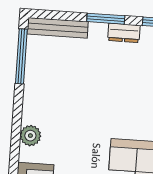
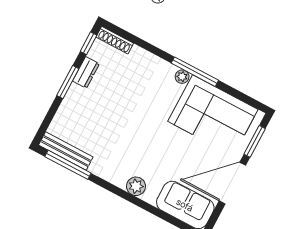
bench: (58, 28) -> (66, 151), moved, turned 90

